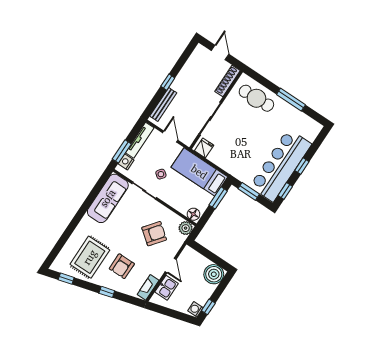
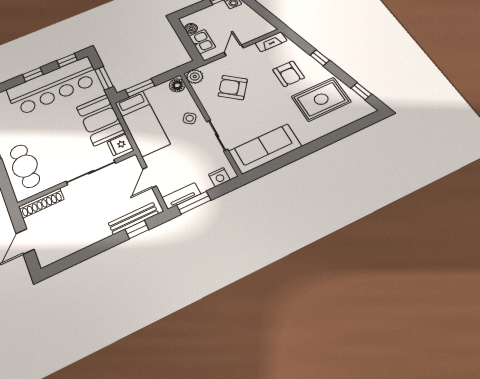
window: (168, 82) -> (137, 230), moved
tv unit: (140, 140) -> (181, 196), width x0.71
window: (122, 151) -> (194, 203), moved
booth: (229, 158) -> (101, 120), added
side table: (161, 174) -> (190, 118), moved
armchair: (122, 266) -> (289, 74), turned 90
boiler: (214, 274) -> (191, 28), width x0.54, depth x0.54
kitchen sink: (167, 288) -> (202, 42), moved, turned 90

